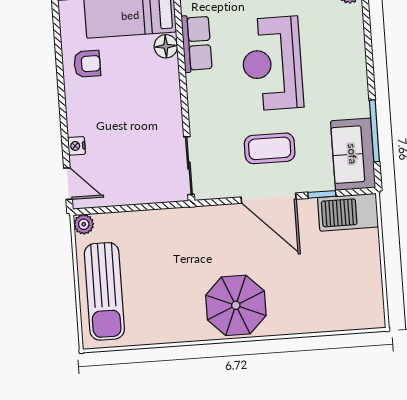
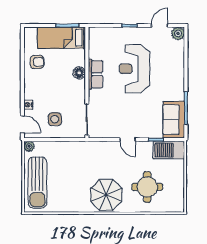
row of seats: (197, 43) -> (95, 74), moved
floor lamp: (166, 46) -> (79, 73), moved
coffee table: (270, 148) -> (130, 113), removed
side table: (129, 169) -> (55, 119), added
door: (269, 198) -> (128, 140), width x0.53
round table: (312, 285) -> (147, 187), added

